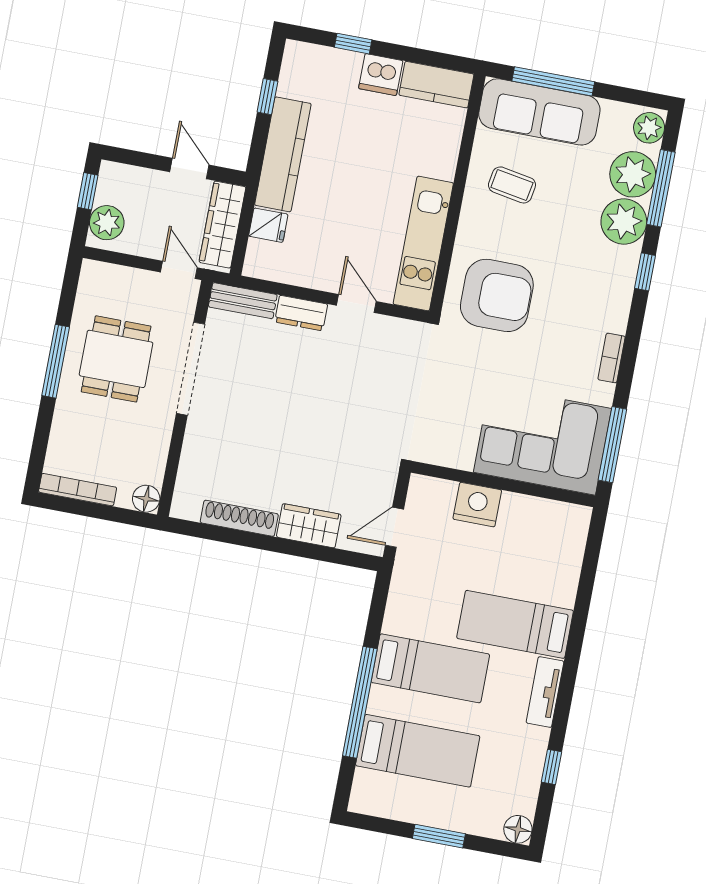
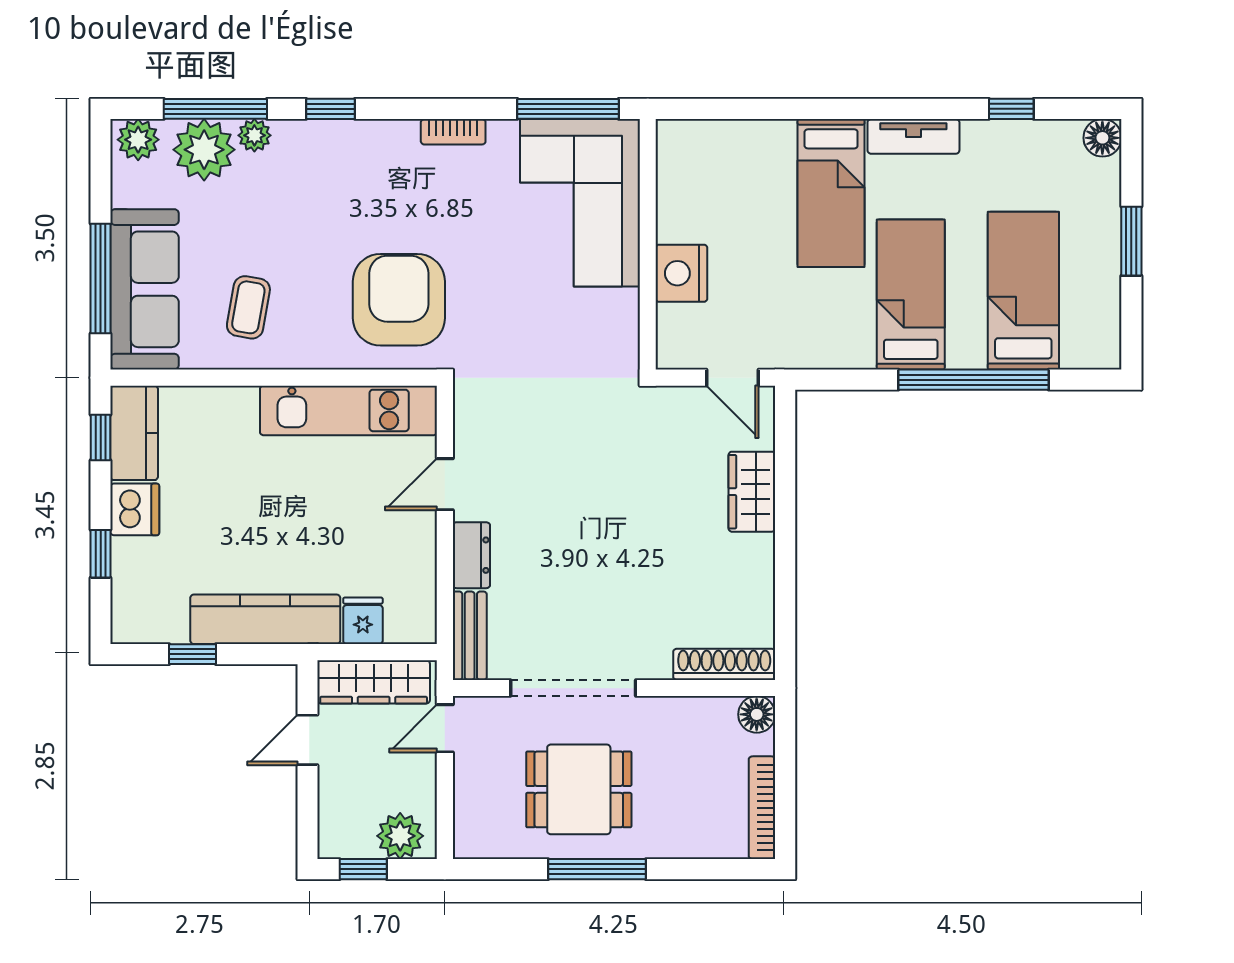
window: (438, 60) -> (101, 437), added
plant: (624, 221) -> (254, 135), width x0.53, depth x0.53
shoe rack: (239, 518) -> (724, 664), moved, turned 90

